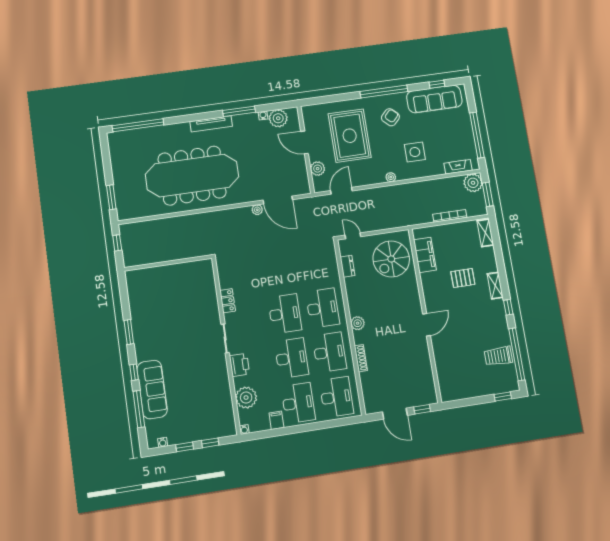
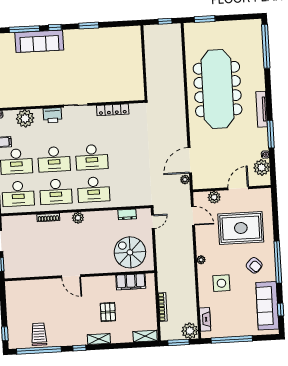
plant: (257, 210) -> (185, 180), moved
locker: (228, 301) -> (113, 110), width x1.53

